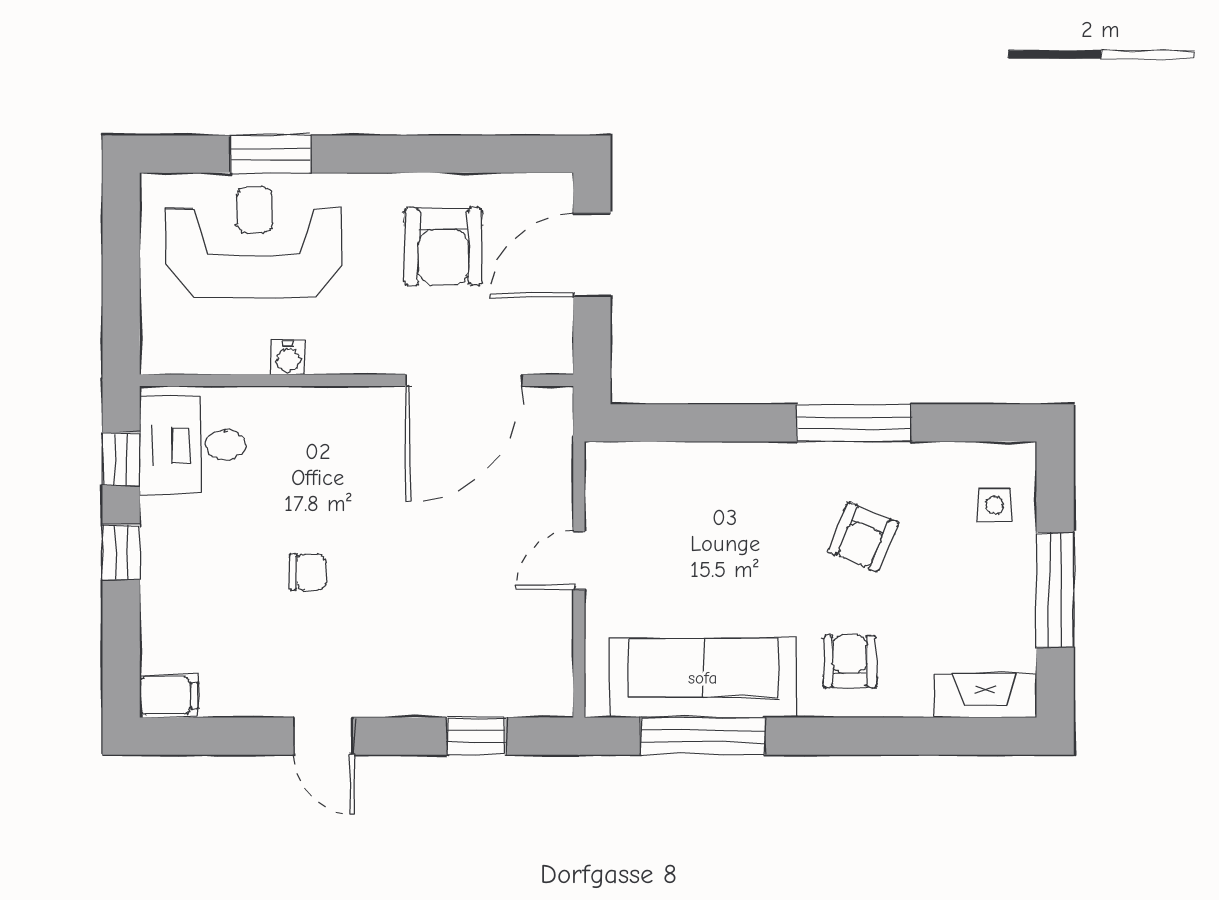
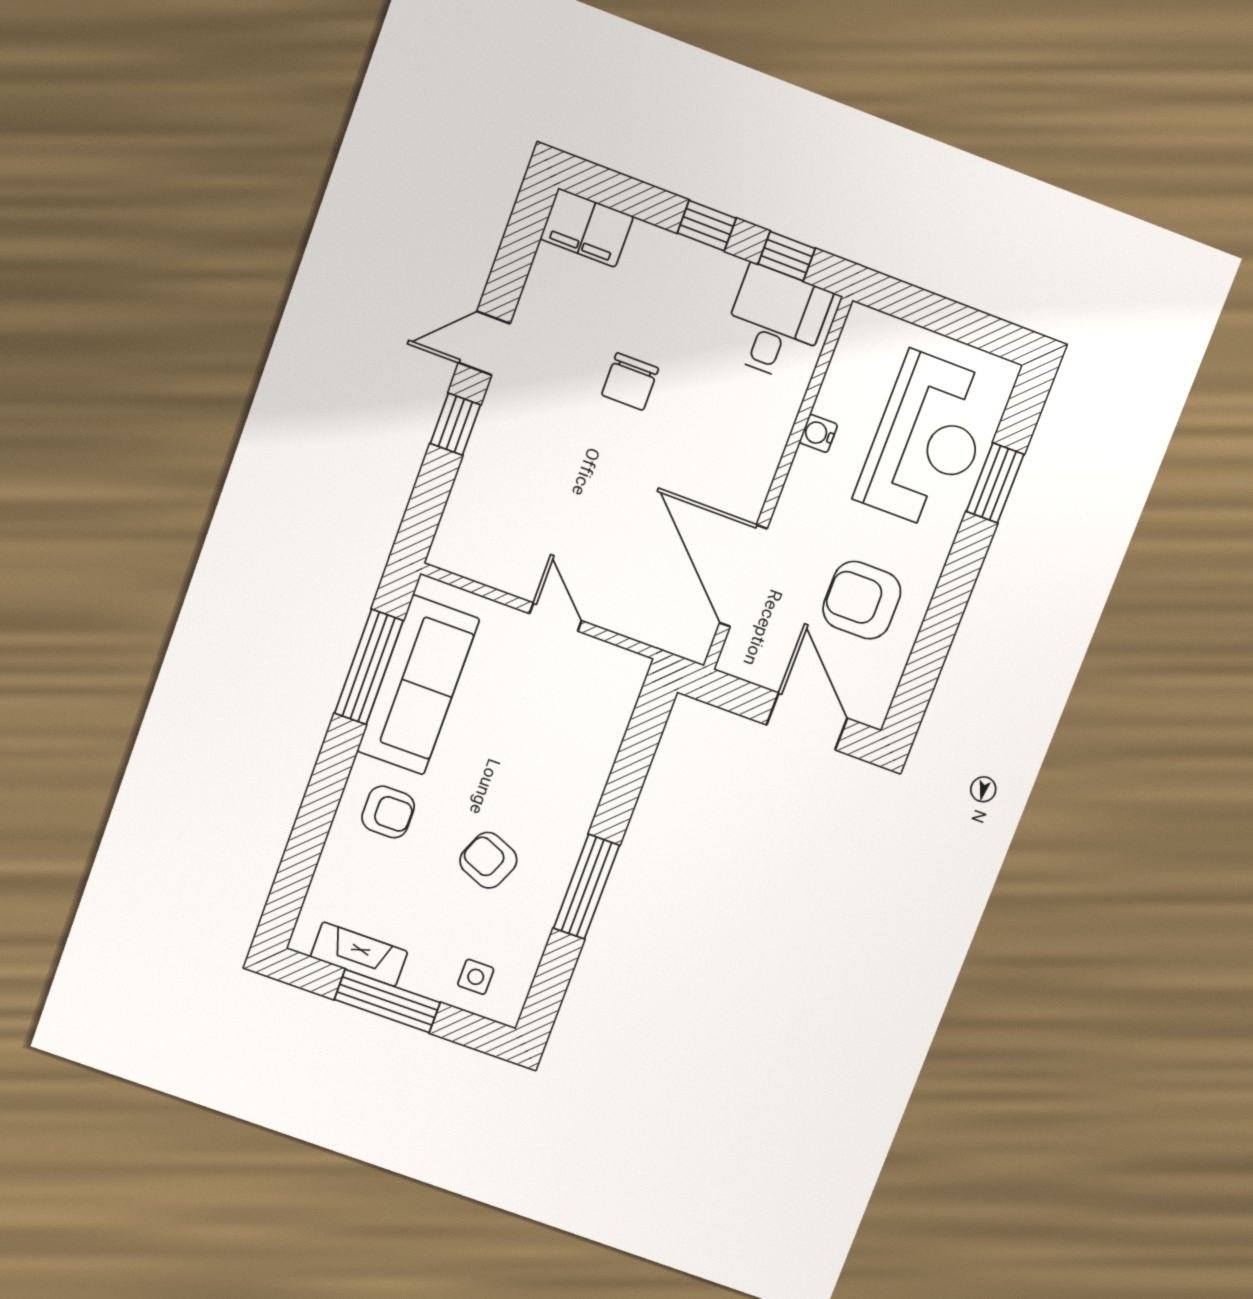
chair: (307, 572) -> (630, 382), width x1.37, depth x1.37
filing cabinet: (169, 696) -> (587, 228), width x2.00
fireplace: (986, 696) -> (359, 954), moved, turned -90
window: (476, 736) -> (455, 424), moved

